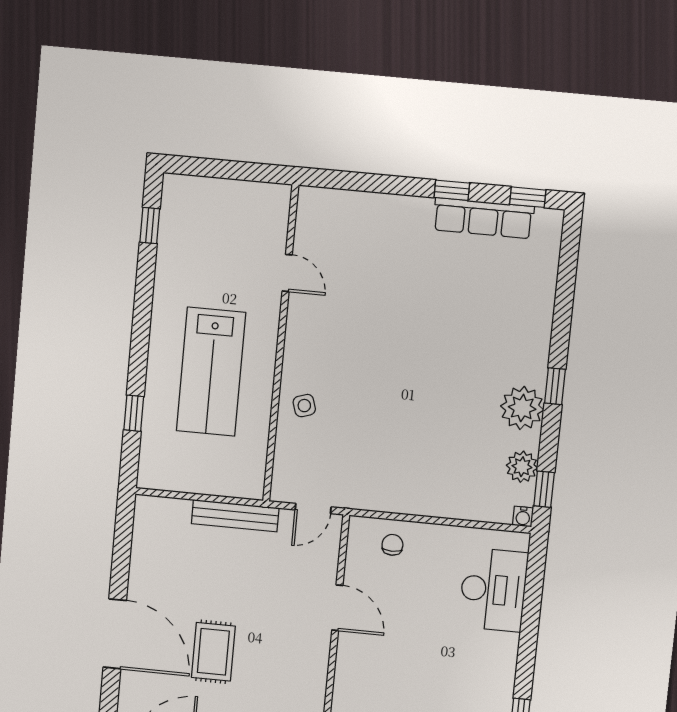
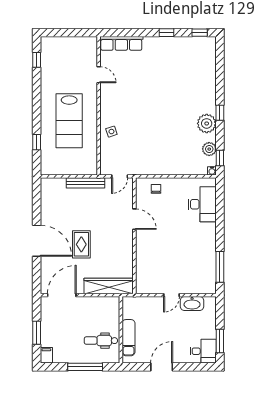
row of seats: (483, 218) -> (121, 43), moved

